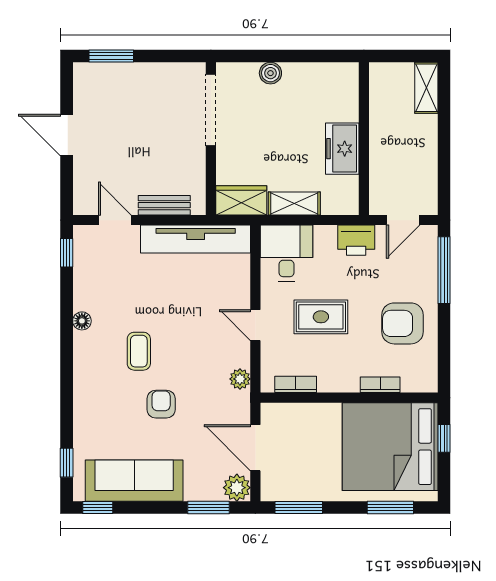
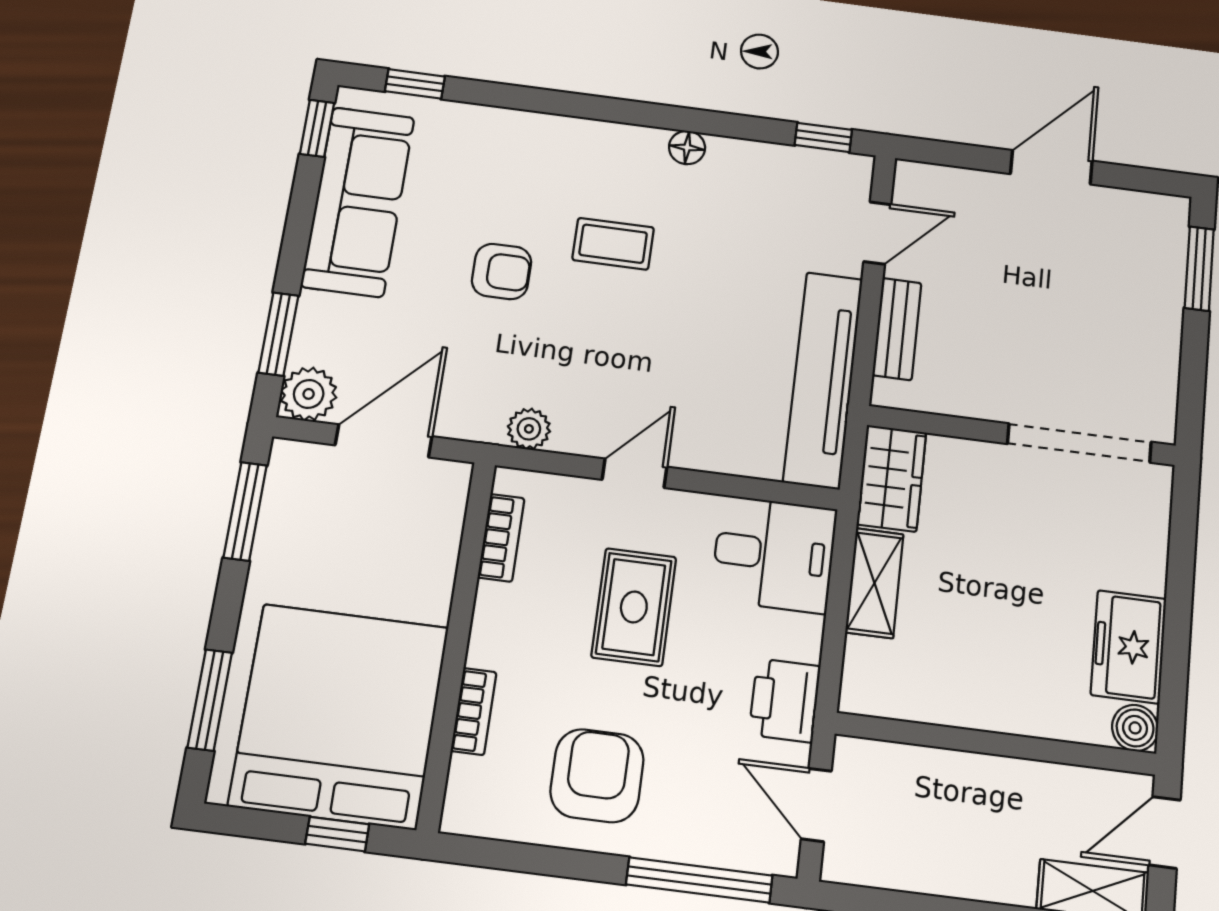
door: (395, 56) -> (1165, 832), added
boiler: (270, 73) -> (1135, 728), moved
freezer: (342, 149) -> (1129, 647), moved, turned -90

